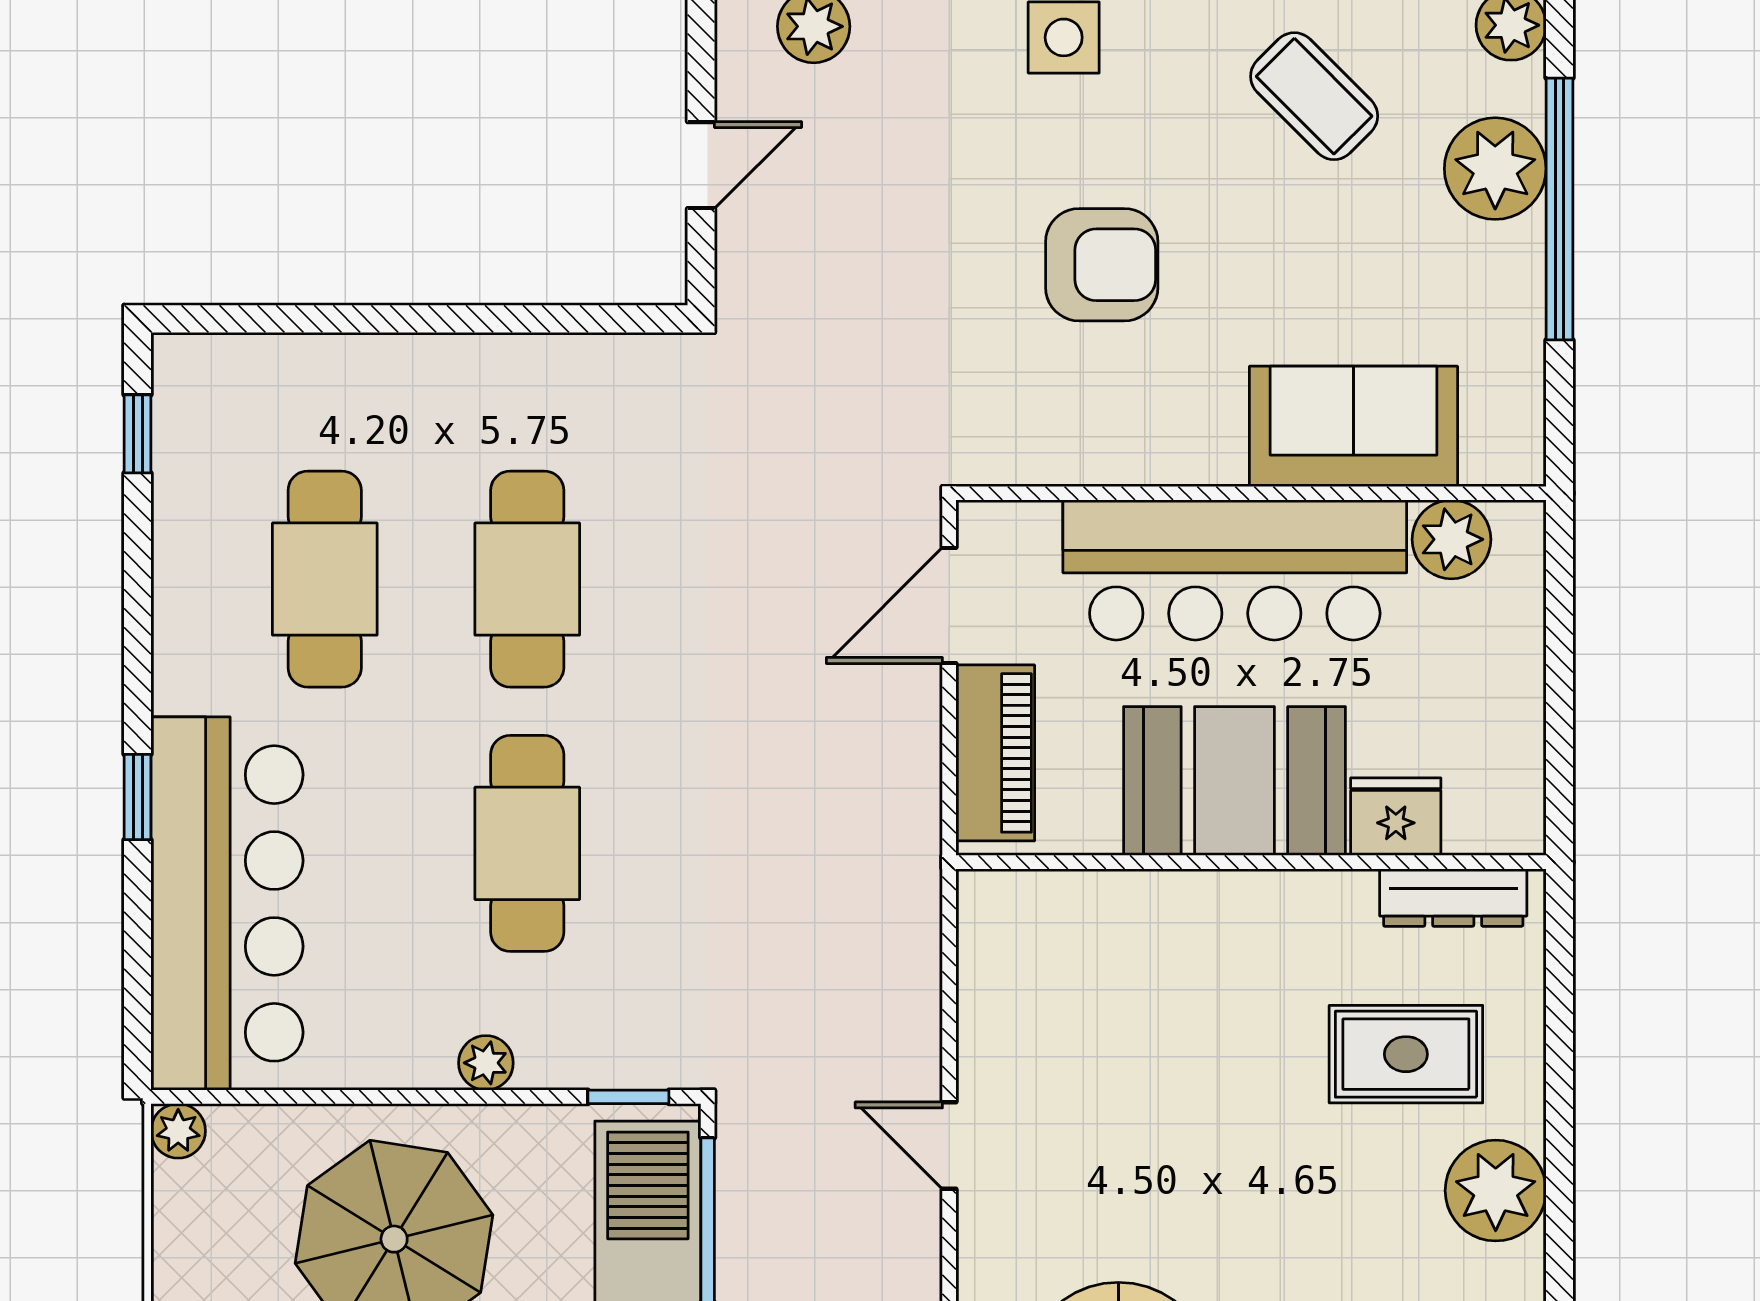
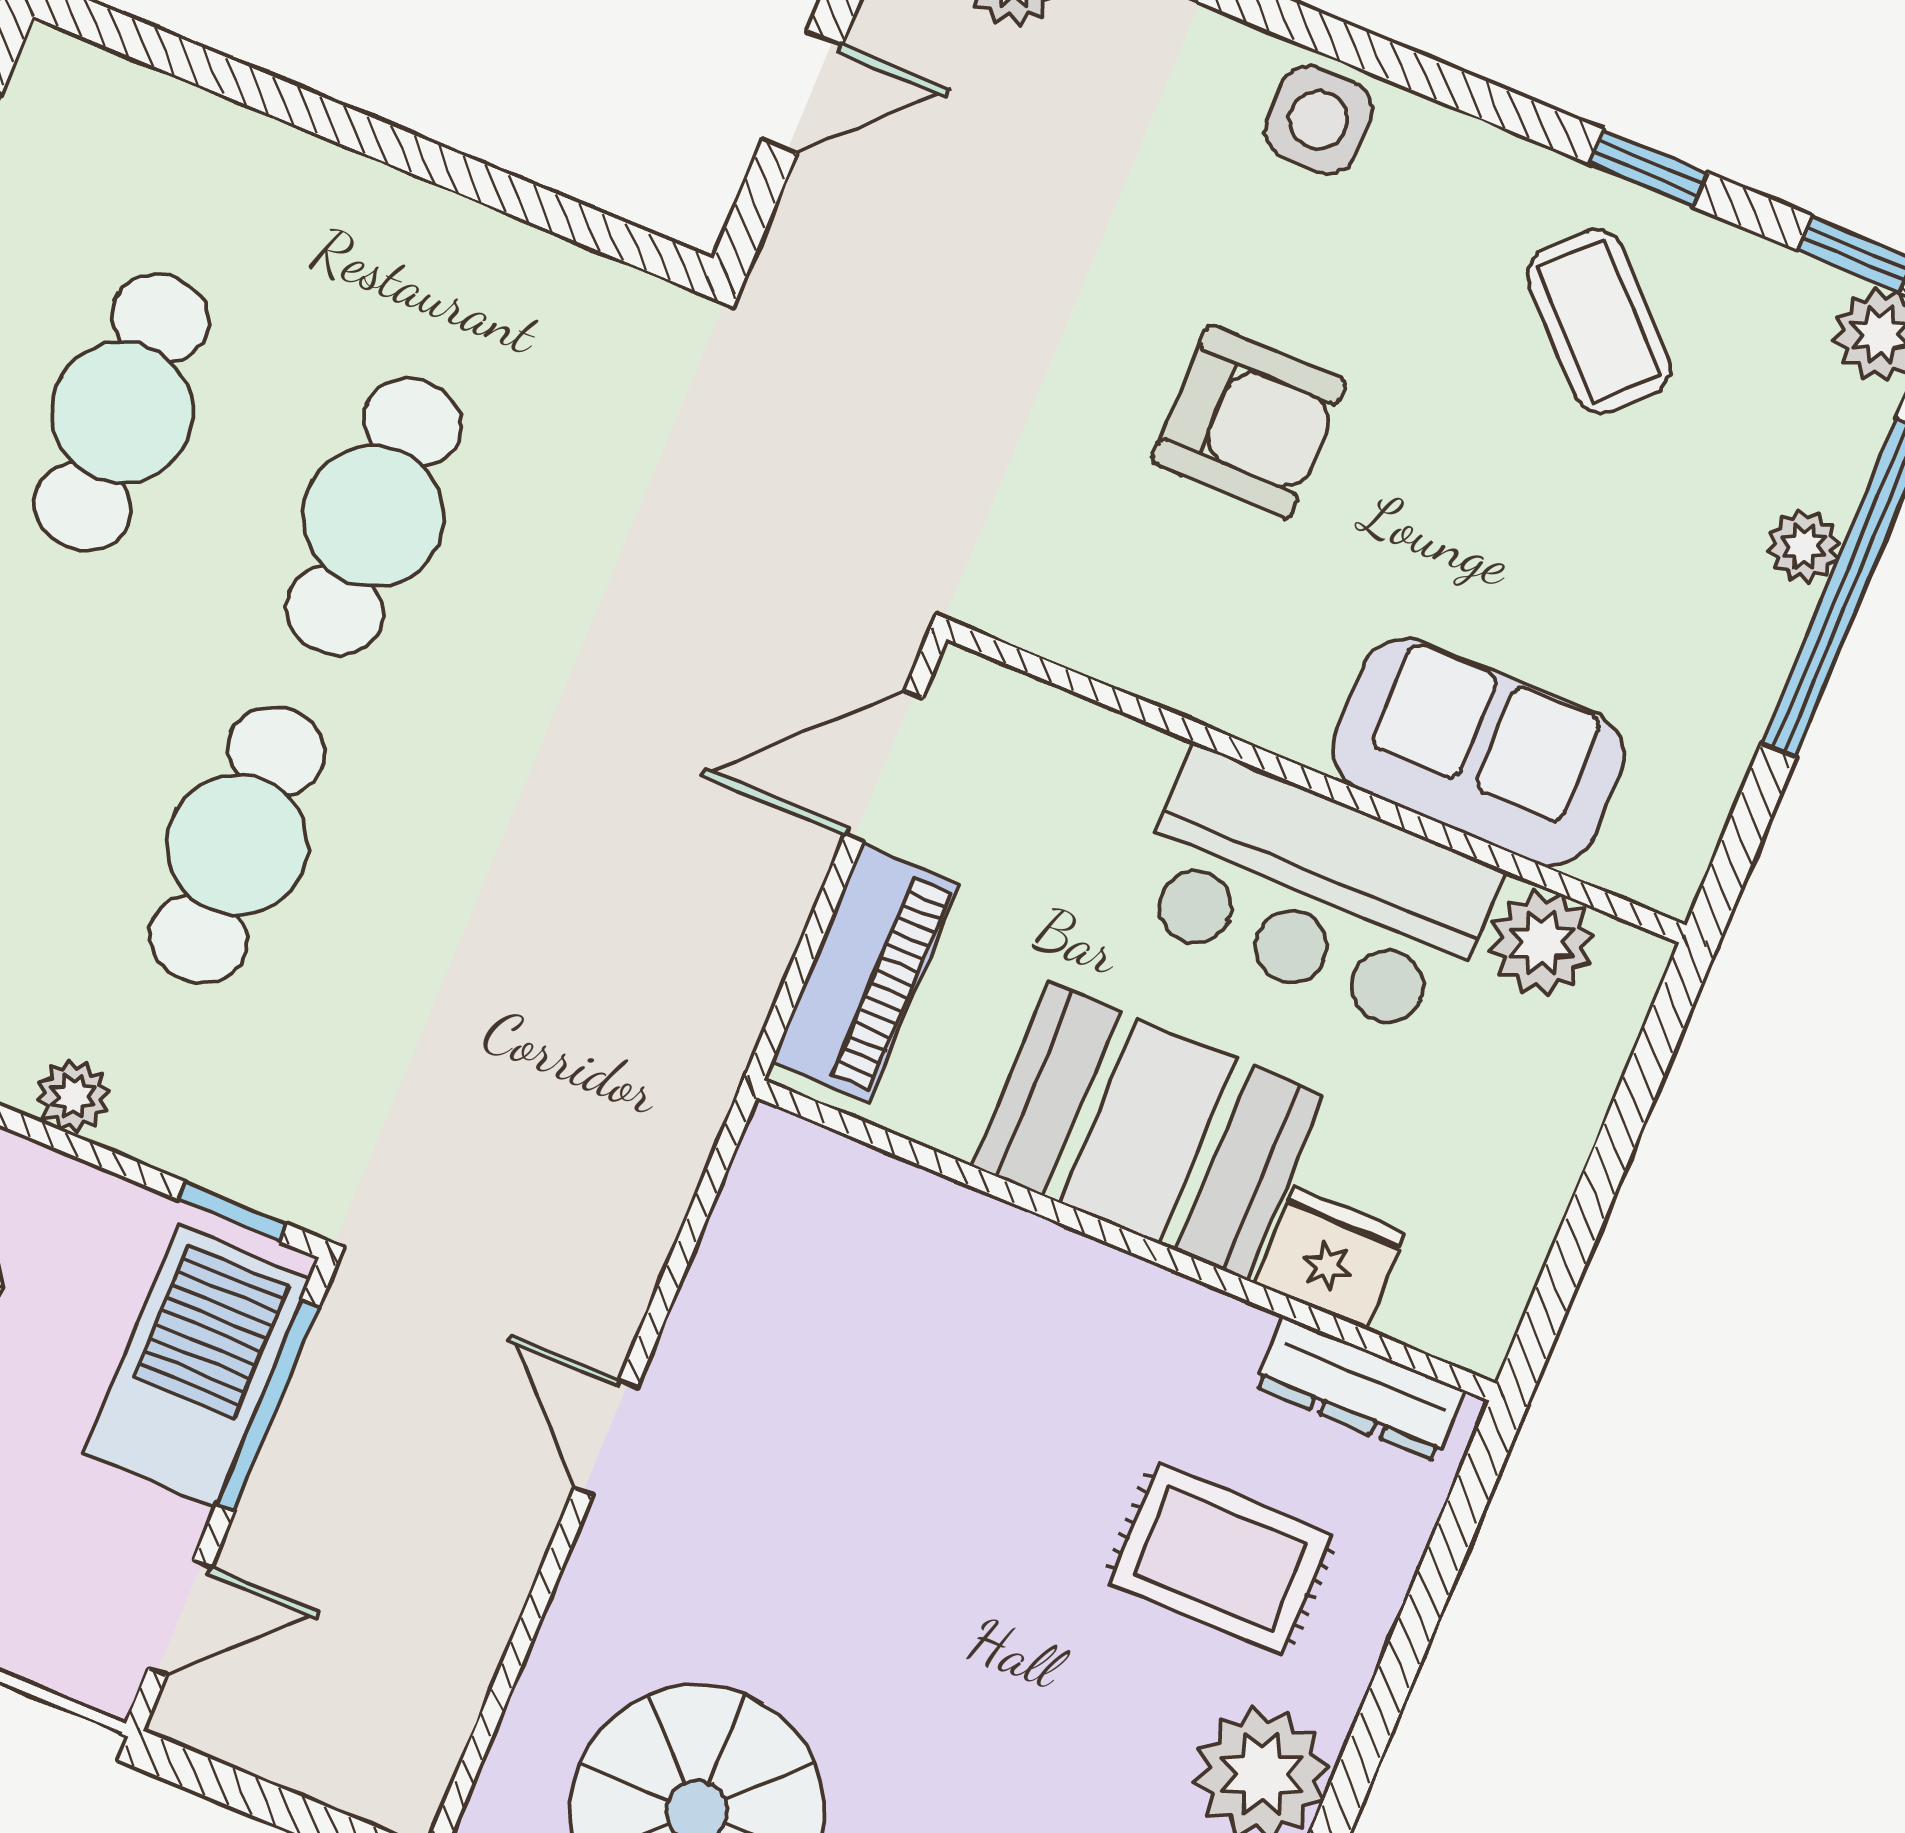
plant: (1495, 169) -> (1804, 546), width x0.53, depth x0.53
bar counter: (1235, 570) -> (1314, 893), width x0.73

